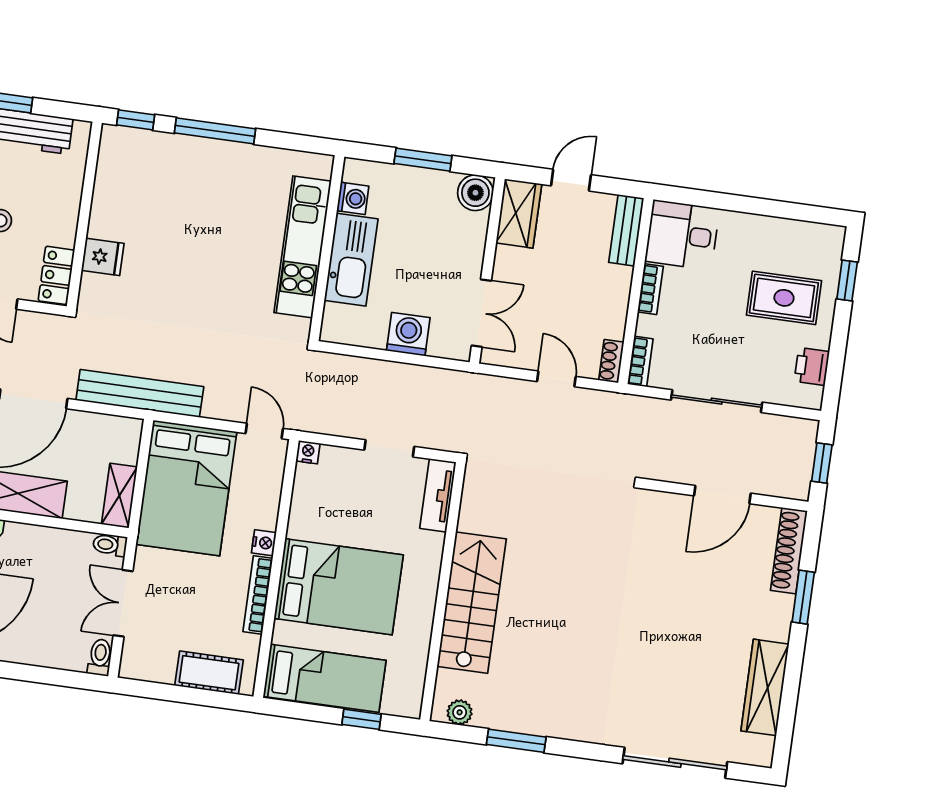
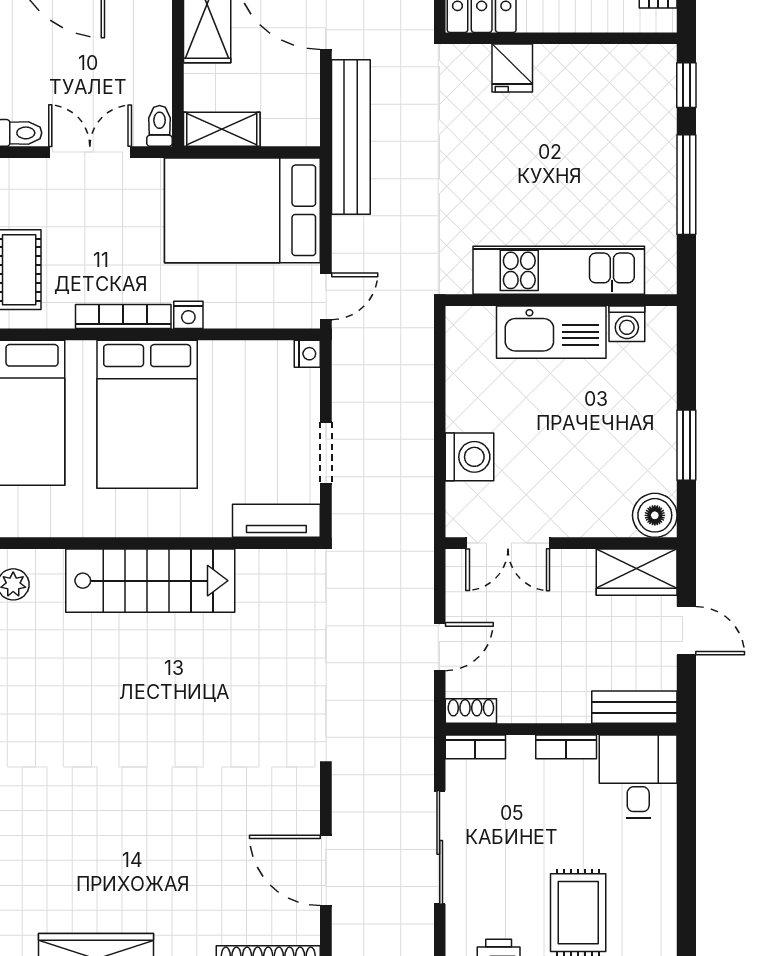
washing machine: (353, 198) -> (627, 324), moved
kitchen unit: (303, 247) -> (559, 270), moved
wall: (327, 248) -> (561, 300), moved
kitchen sink: (351, 260) -> (551, 332), moved

